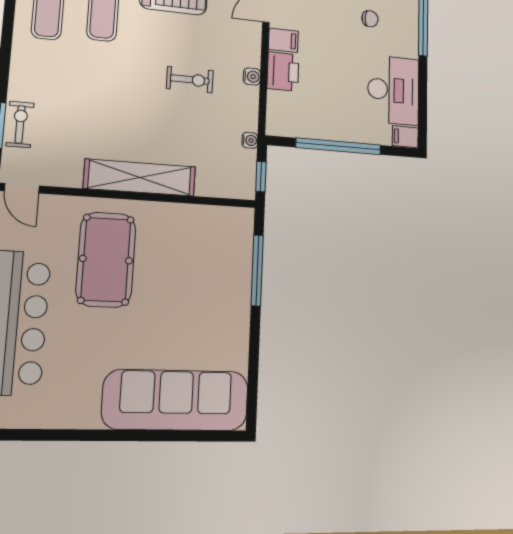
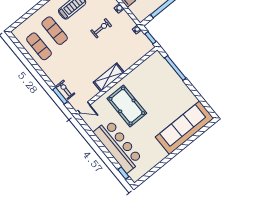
shelving: (140, 178) -> (109, 77), width x0.68

